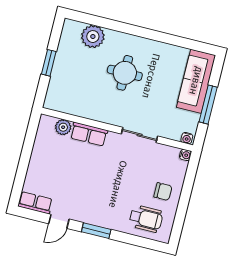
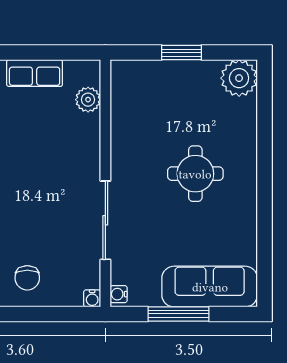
plant: (93, 37) -> (239, 78), moved
row of seats: (89, 134) -> (35, 73), moved, turned -90
sliding door: (140, 135) -> (105, 220), width x1.37

